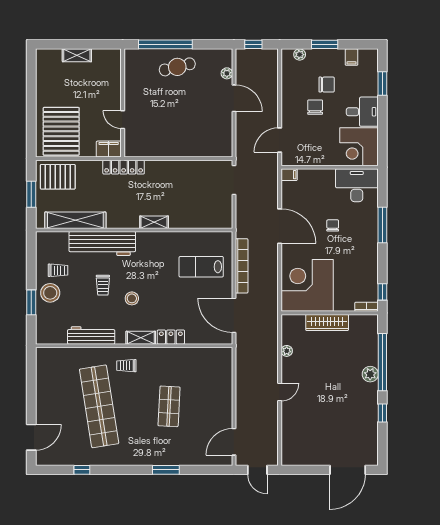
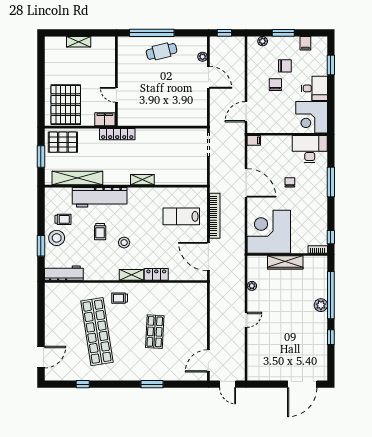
workbench: (91, 335) -> (64, 273), moved

